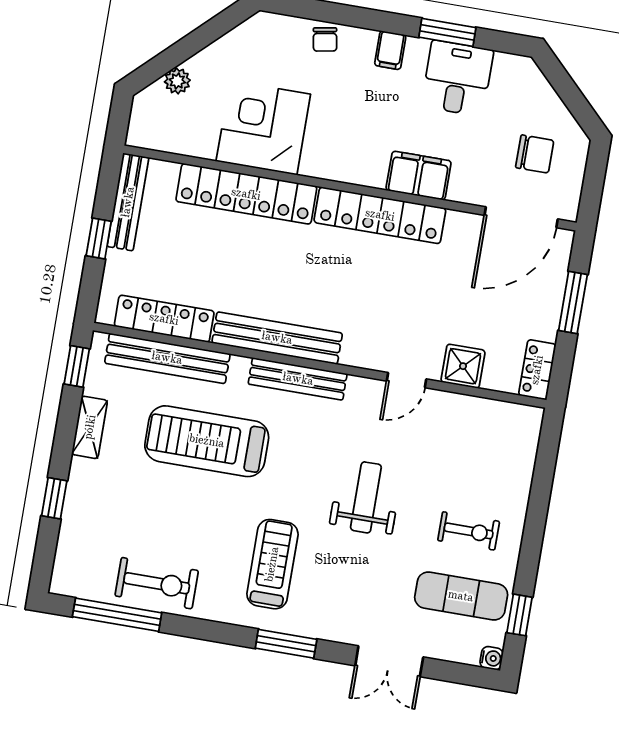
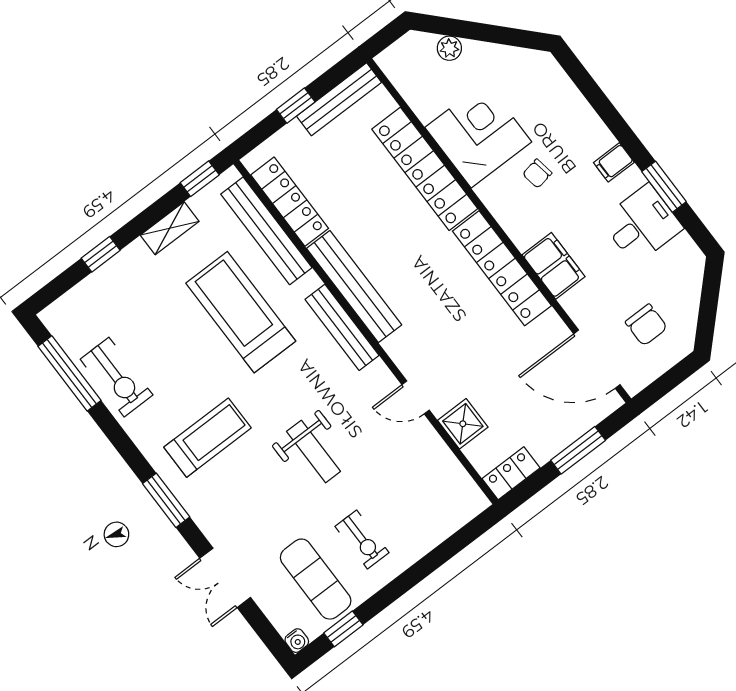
chair: (325, 39) -> (537, 174), moved
weight bench: (366, 497) -> (313, 451), turned 90

